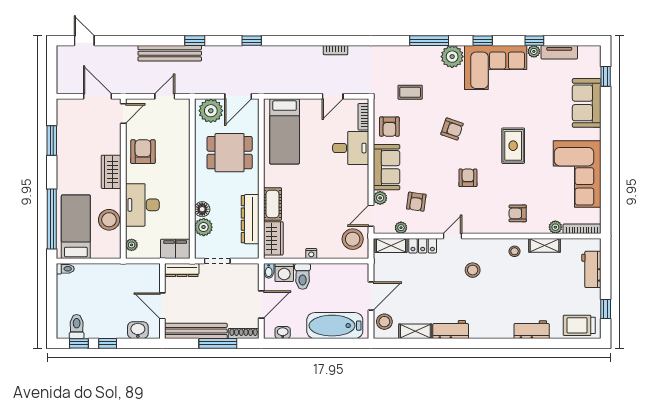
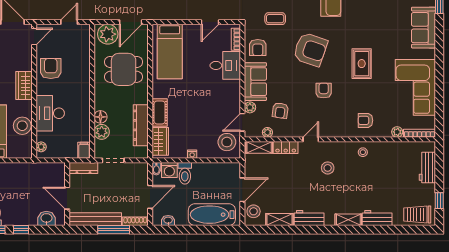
armchair: (452, 129) -> (310, 49), width x1.88, depth x1.88
shelving: (545, 245) -> (348, 220), moved
filing cabinet: (175, 249) -> (84, 150), width x0.50

